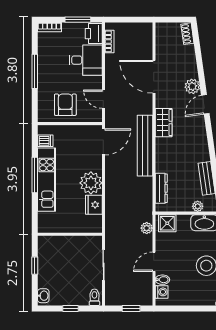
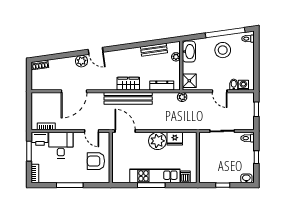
door: (103, 99) -> (92, 131), hinge flipped
wardrobe: (164, 123) -> (128, 84), moved
dishwasher: (45, 141) -> (185, 177), moved
plant: (147, 228) -> (182, 97), moved

